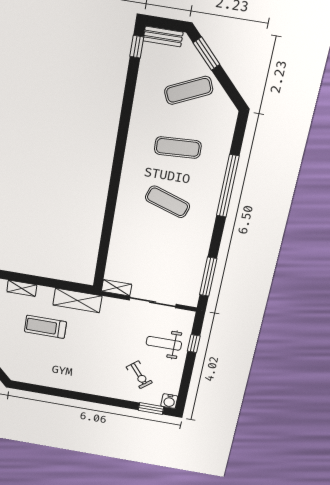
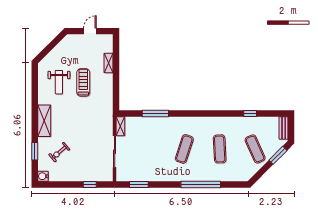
window: (137, 47) -> (250, 113), moved
window: (106, 235) -> (155, 113), added
window: (208, 277) -> (139, 184), width x0.69
shelving: (77, 300) -> (44, 121), moved
weight bench: (164, 343) -> (59, 82), moved, turned 180
window: (151, 408) -> (35, 151), moved

